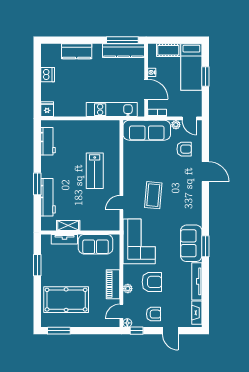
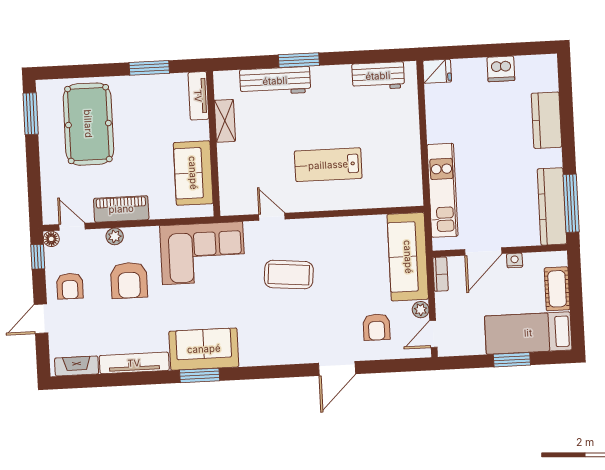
tv unit: (64, 239) -> (198, 96), moved

